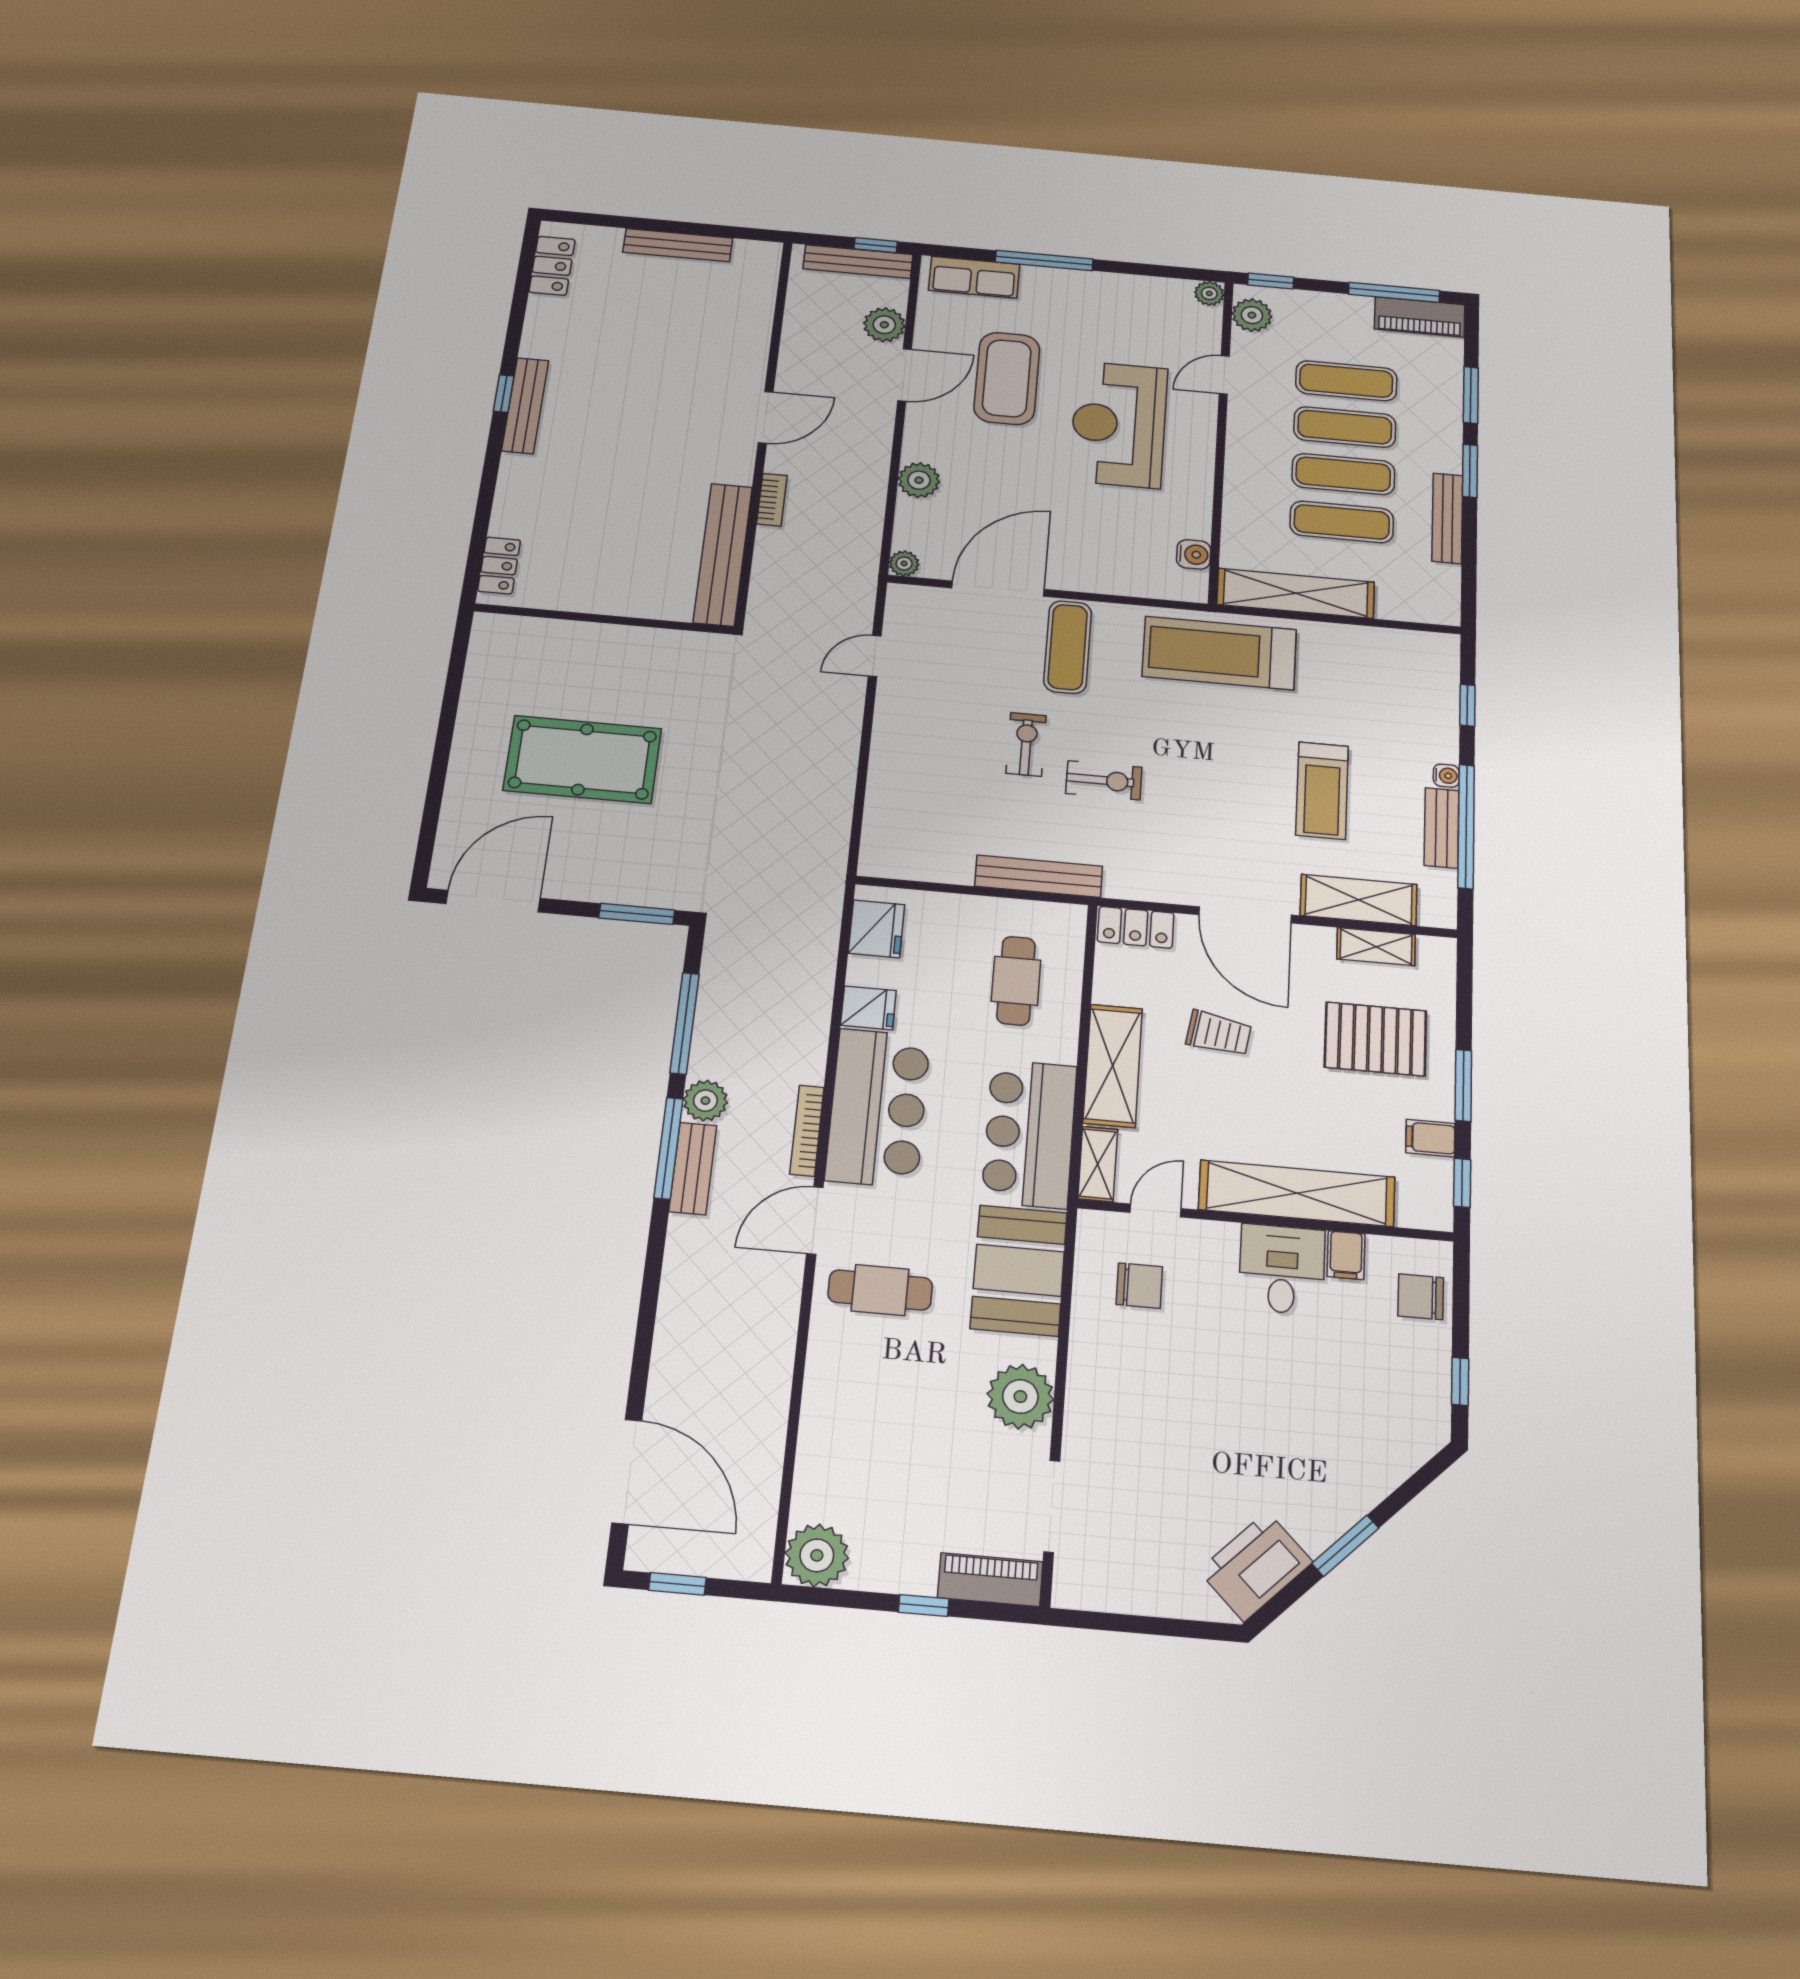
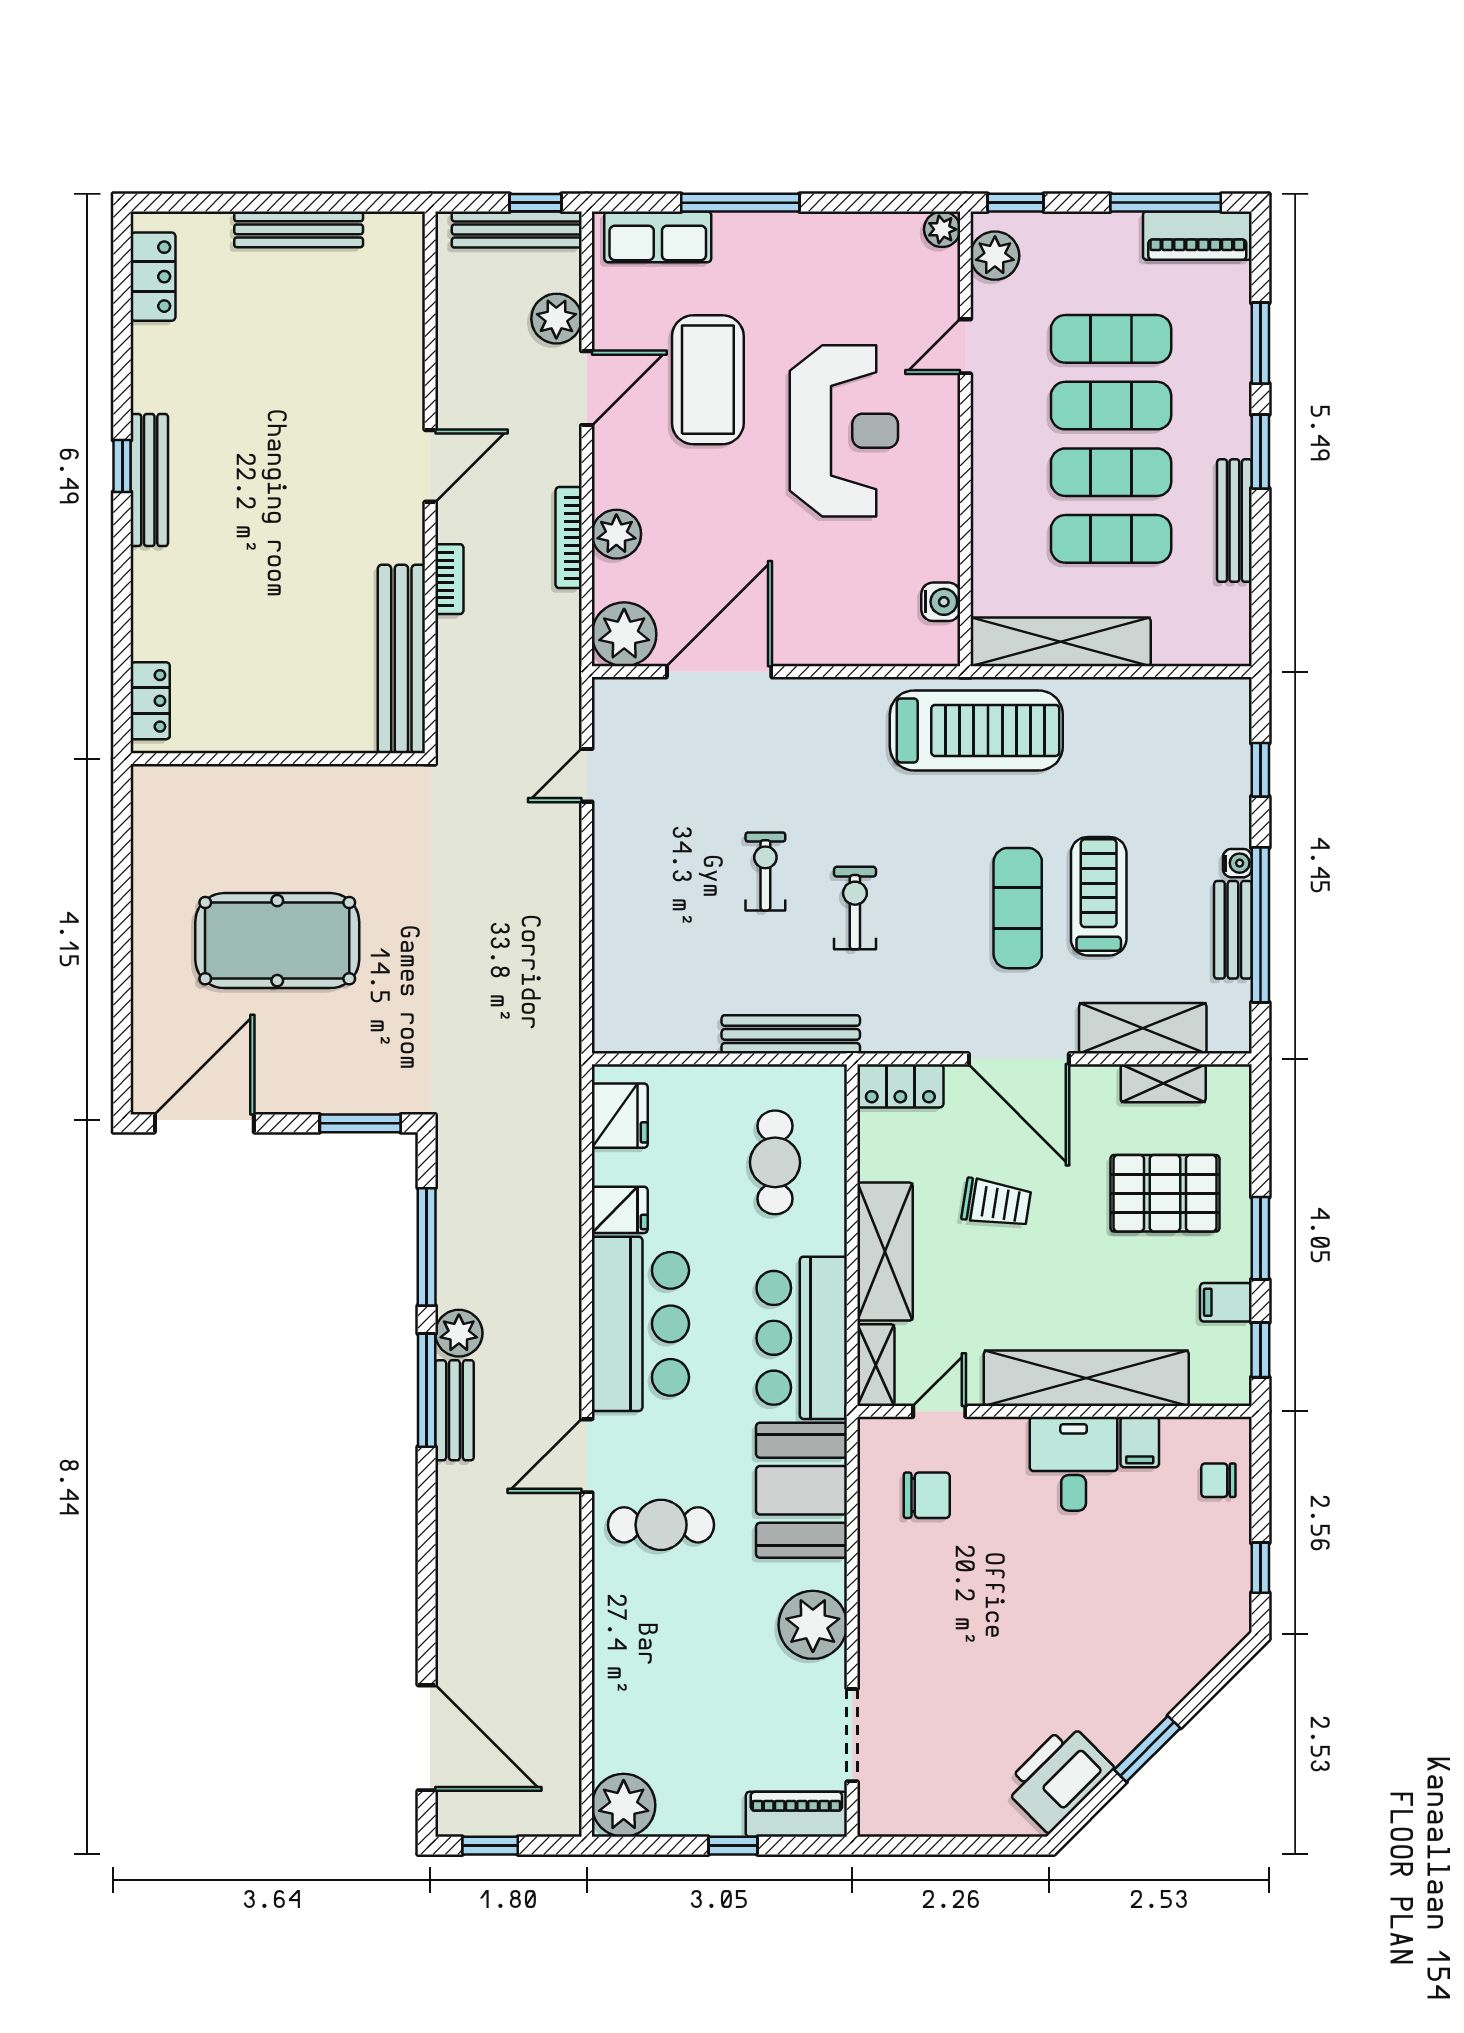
reception desk: (1119, 424) -> (844, 431), turned 180
plant: (904, 563) -> (624, 634), width x1.87, depth x1.87
exercise mat: (1068, 647) -> (1018, 908), moved
treadmill: (1219, 653) -> (976, 730), turned 180
exercise bike: (1104, 780) -> (855, 908), turned -90
treadmill: (1322, 791) -> (1099, 896), turned 180
bookcase: (807, 1131) -> (569, 538), moved
chair: (1421, 1297) -> (1218, 1480), width x0.73, depth x0.73

